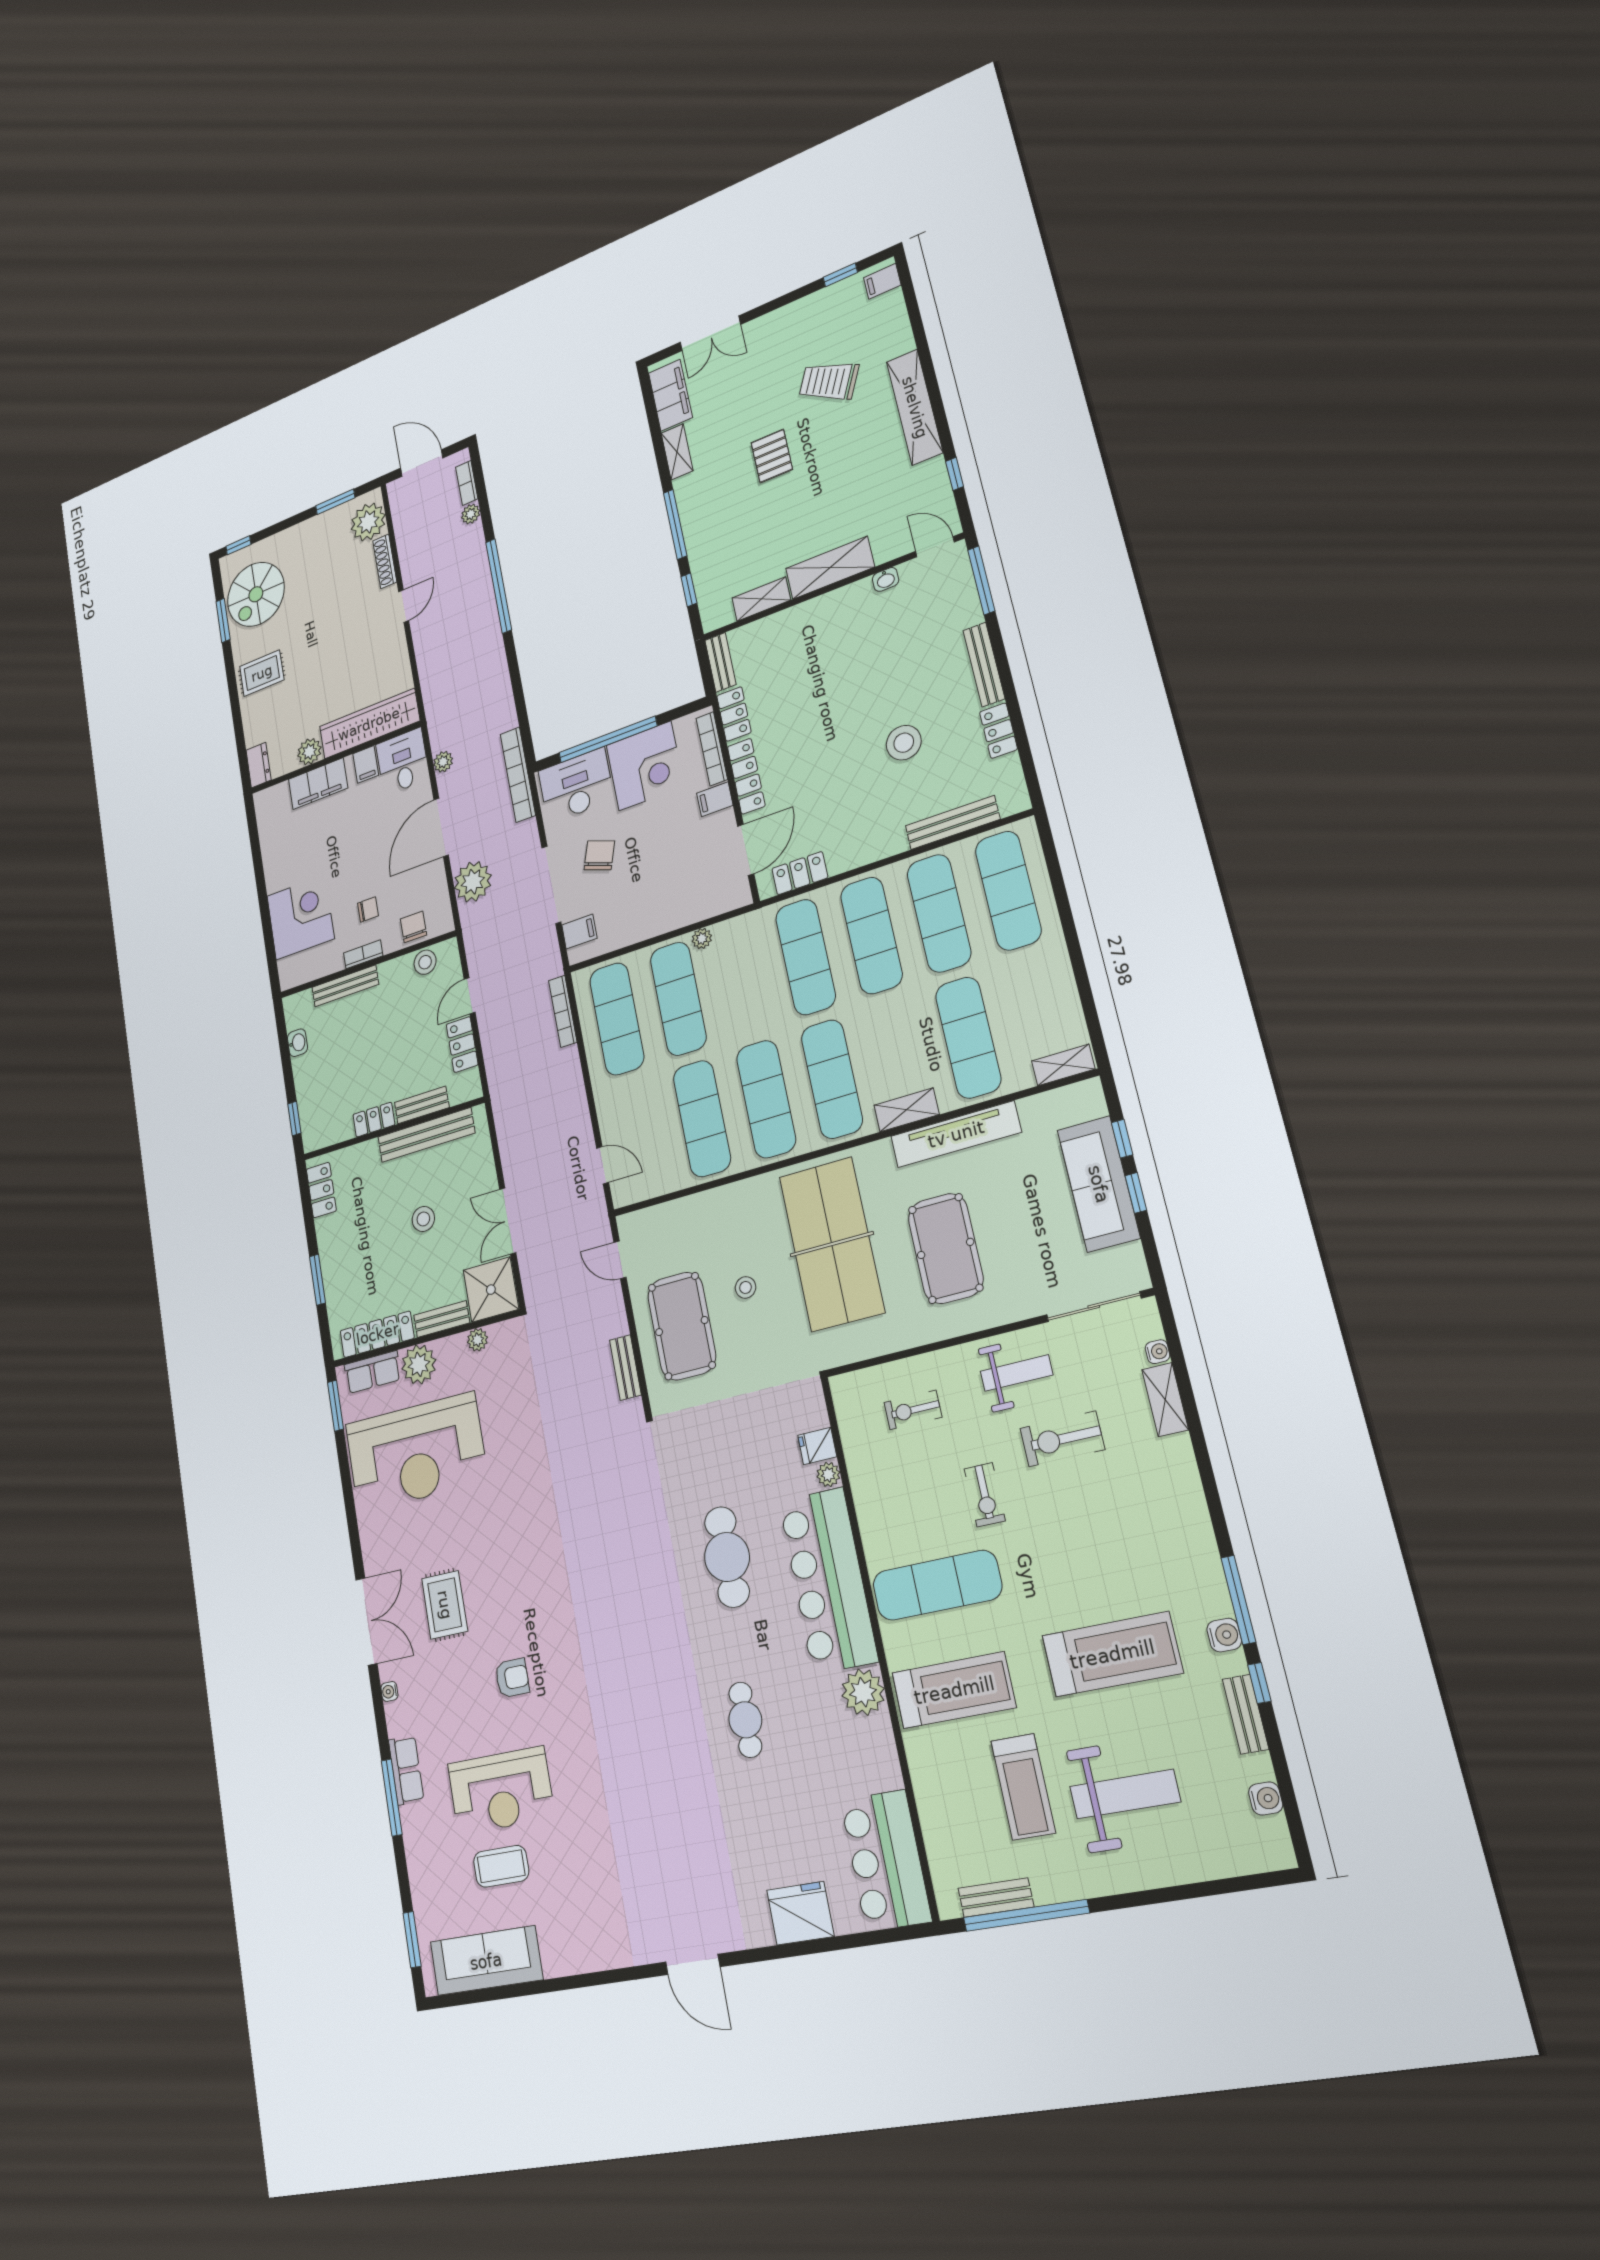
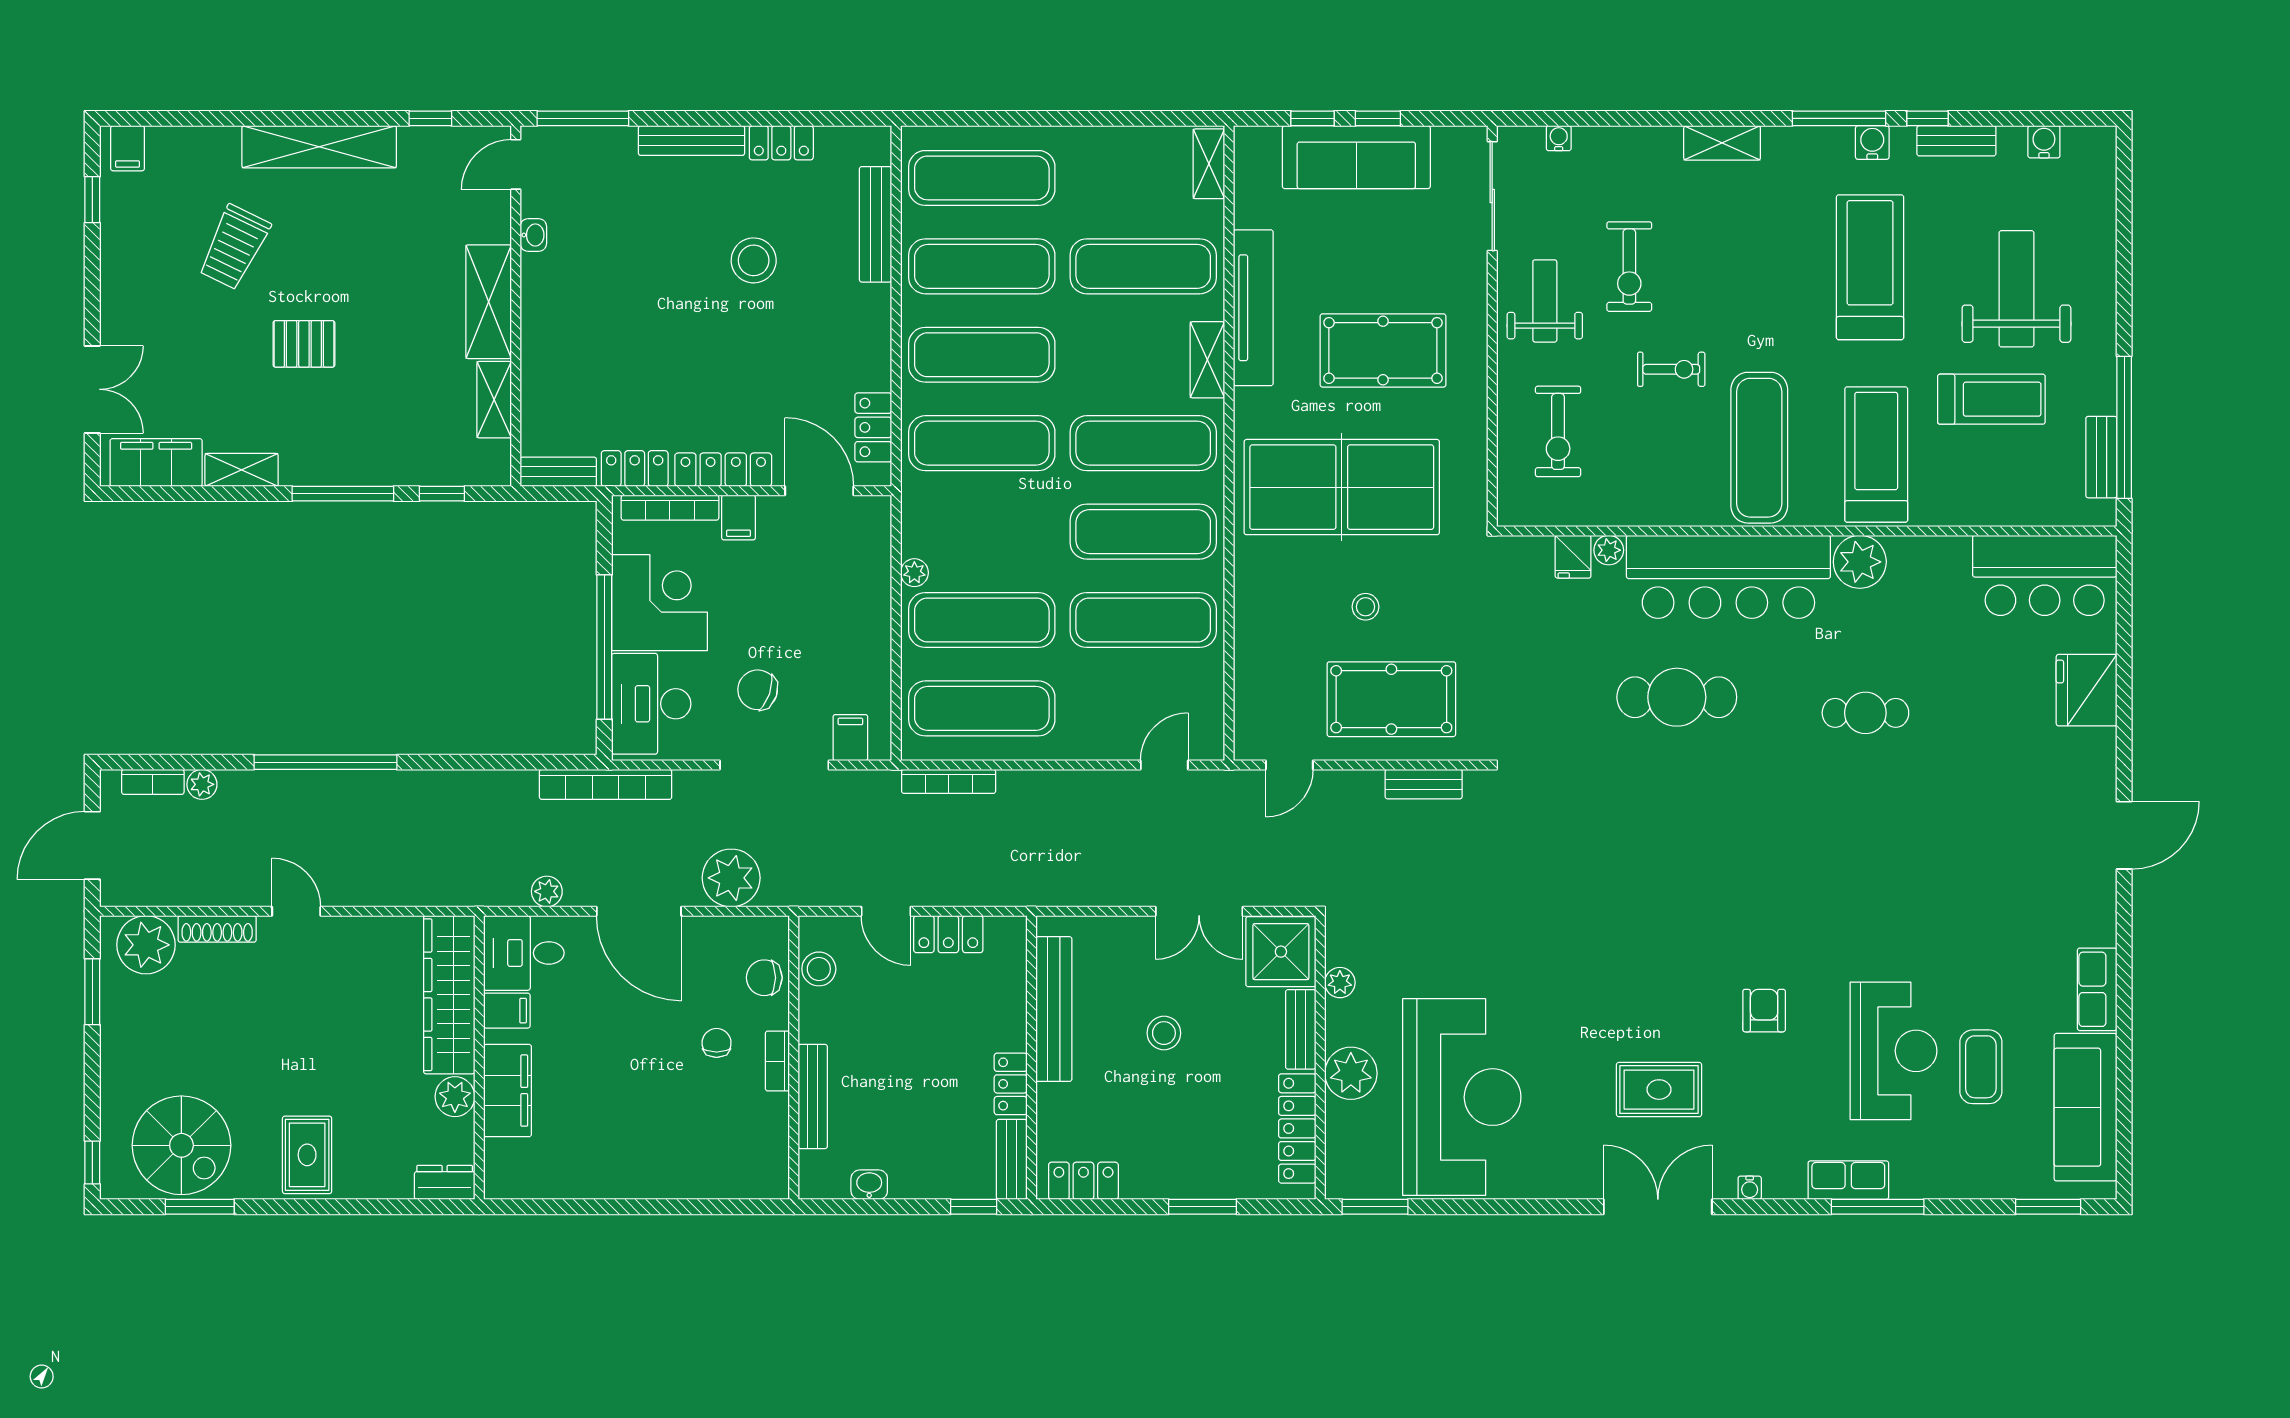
corner desk: (300, 917) -> (692, 1151), removed
bench: (422, 1105) -> (1012, 1159), moved
row of seats: (373, 1372) -> (2097, 989), moved, turned 180
shelving: (1165, 1400) -> (1722, 143), moved
exercise bike: (913, 1410) -> (1558, 431), width x1.38, depth x1.39

